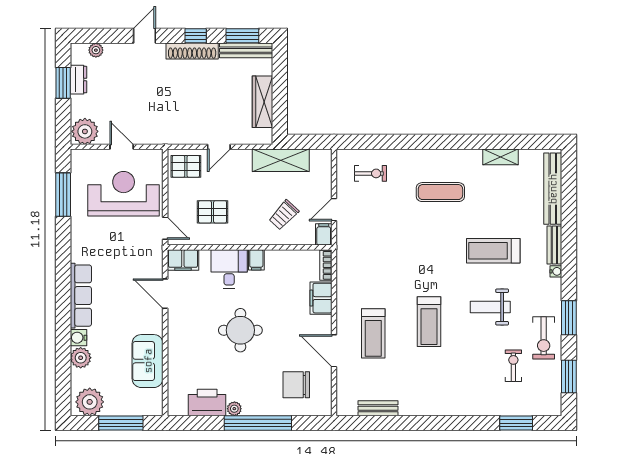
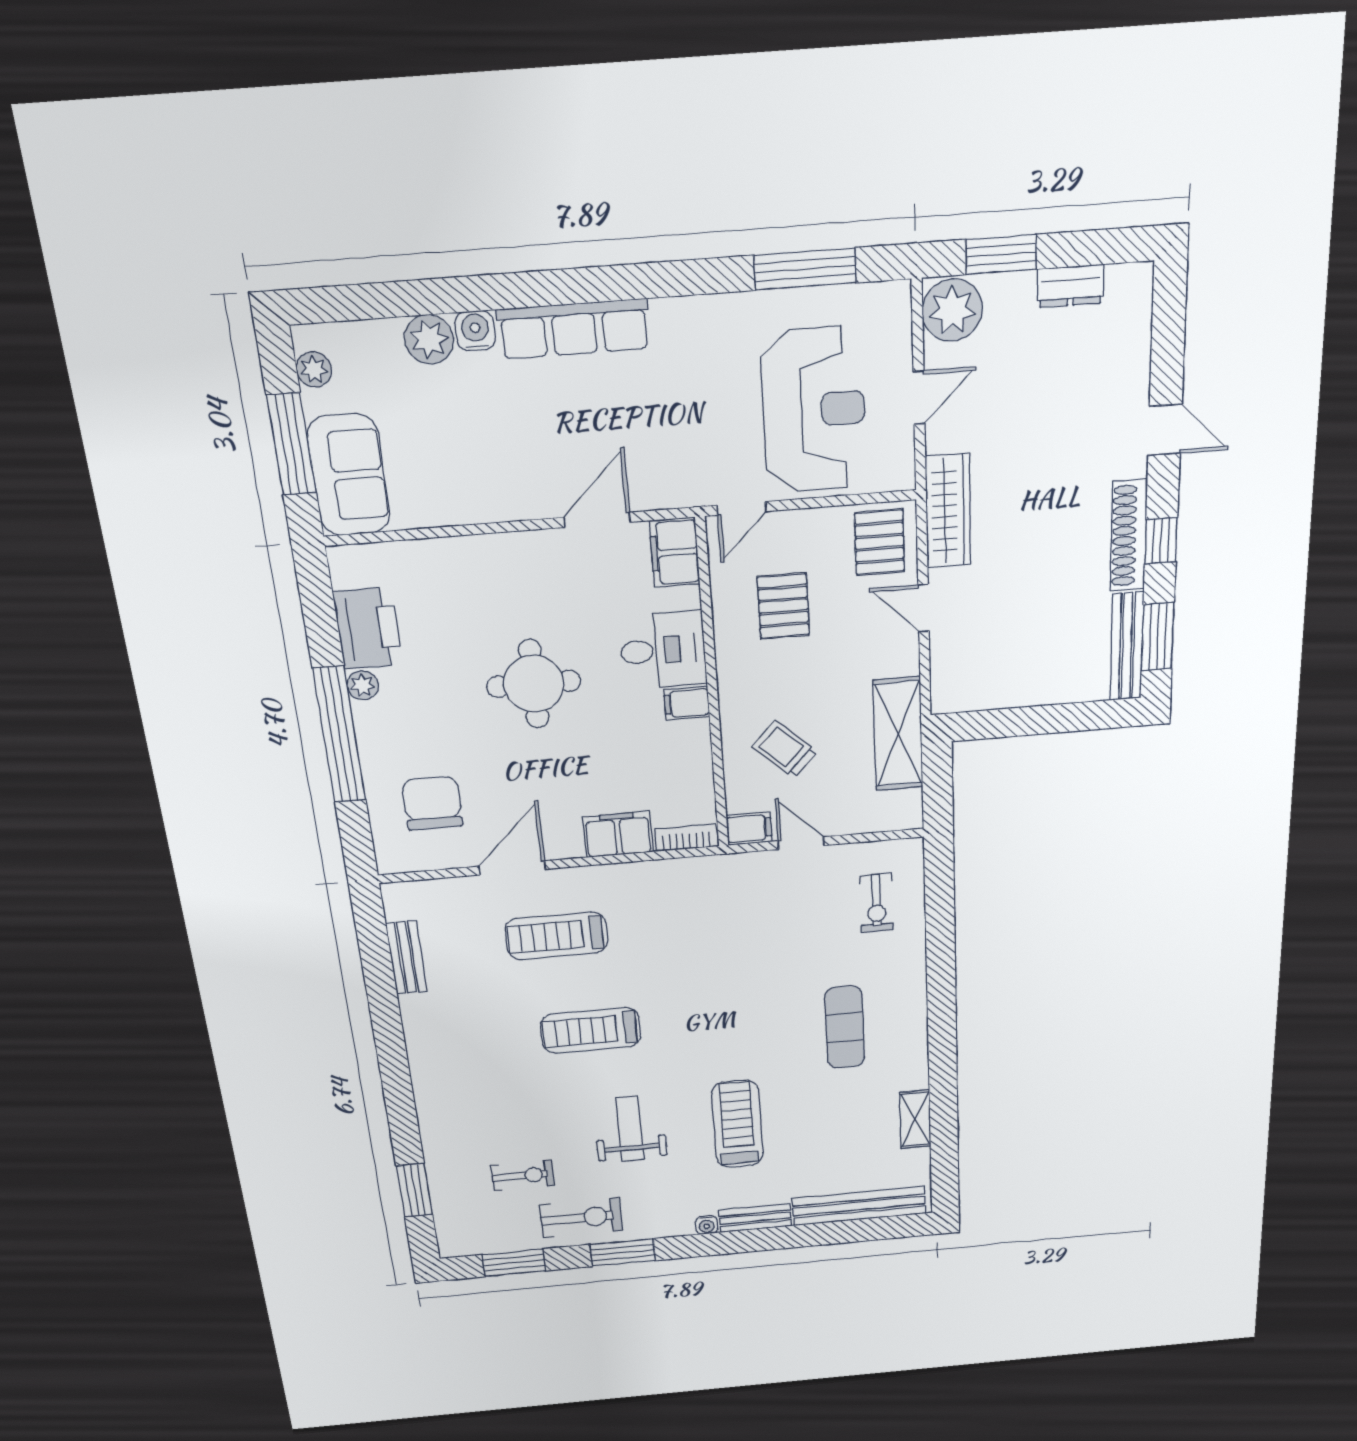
plant: (96, 50) -> (1136, 322), removed
window: (63, 83) -> (1001, 255), moved
wardrobe: (263, 102) -> (948, 511), moved, turned 90
exercise bike: (544, 338) -> (581, 1218), turned 180
sofa: (148, 361) -> (349, 475), moved, turned 90
plant: (90, 402) -> (314, 370), width x0.53, depth x0.53

